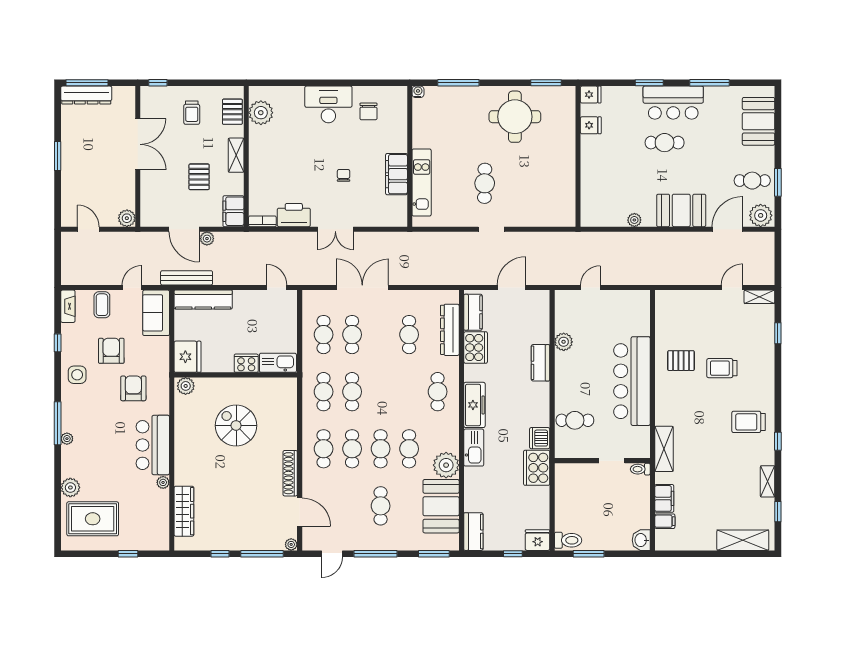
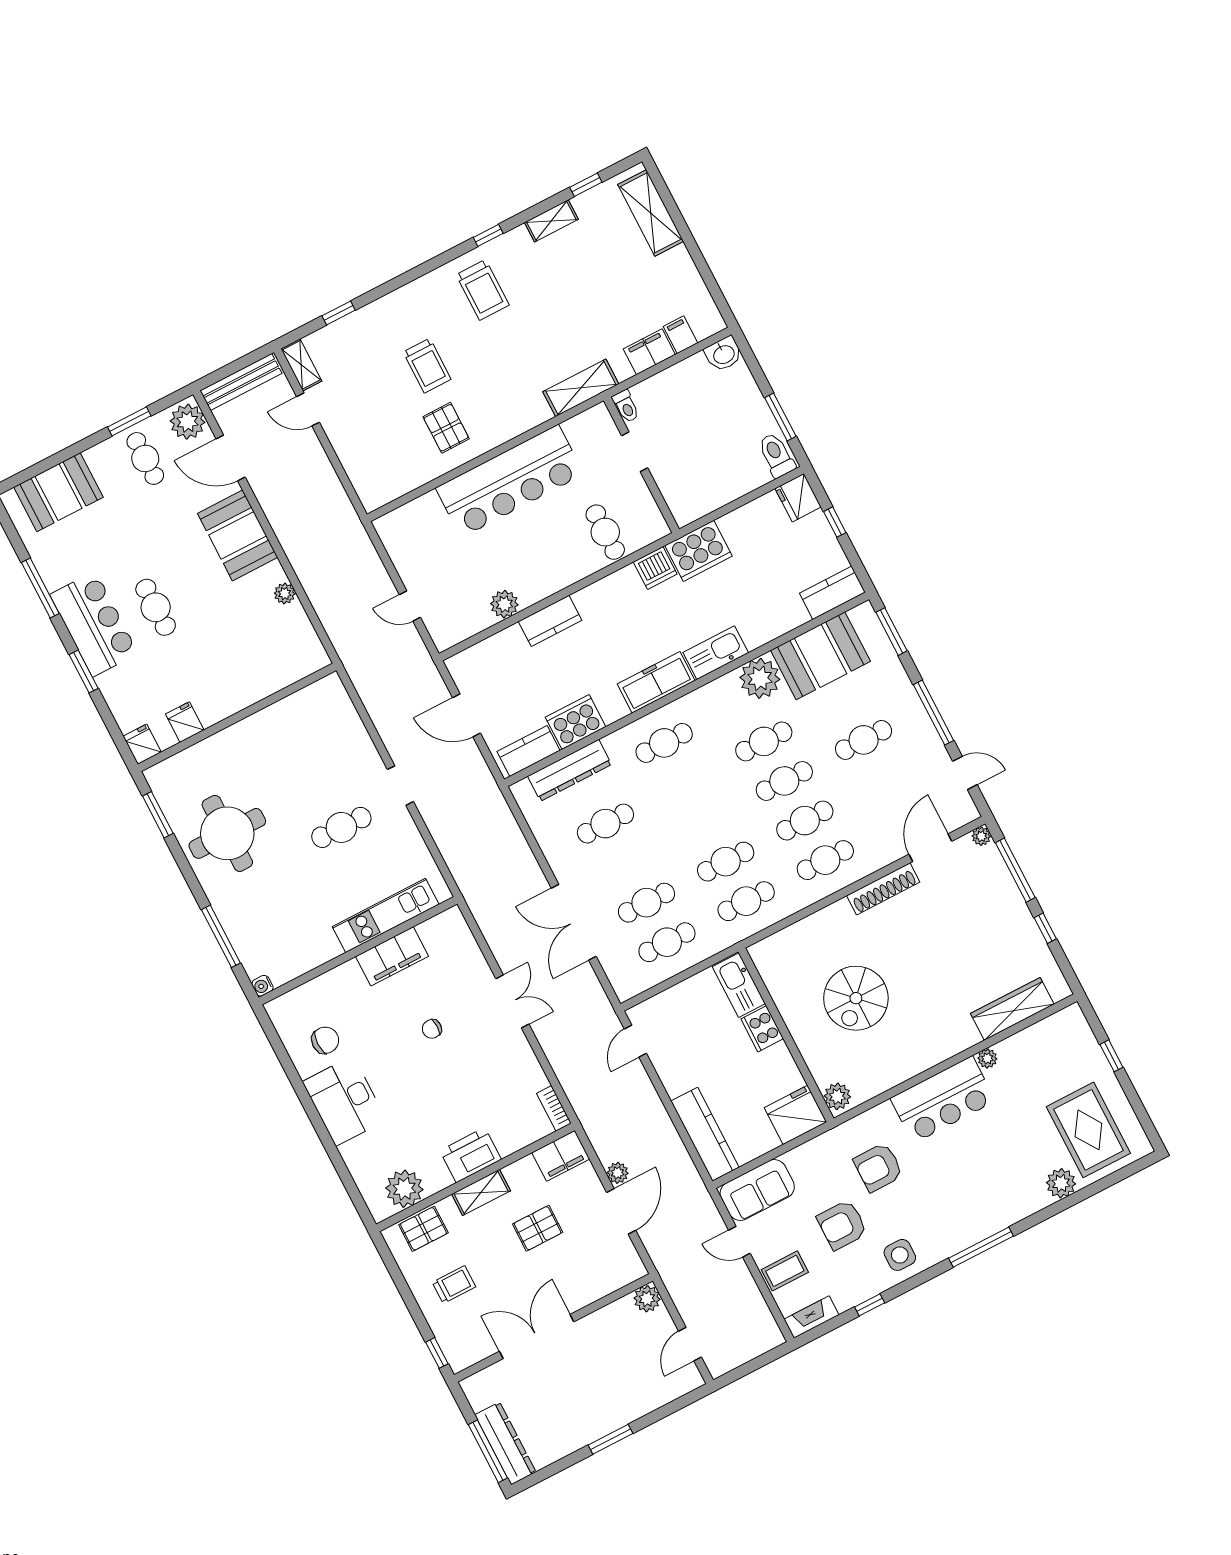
printer: (294, 215) -> (471, 1155), moved, turned 90
bench: (187, 278) -> (241, 382), moved, turned 90
plant: (67, 439) -> (996, 1223), removed

